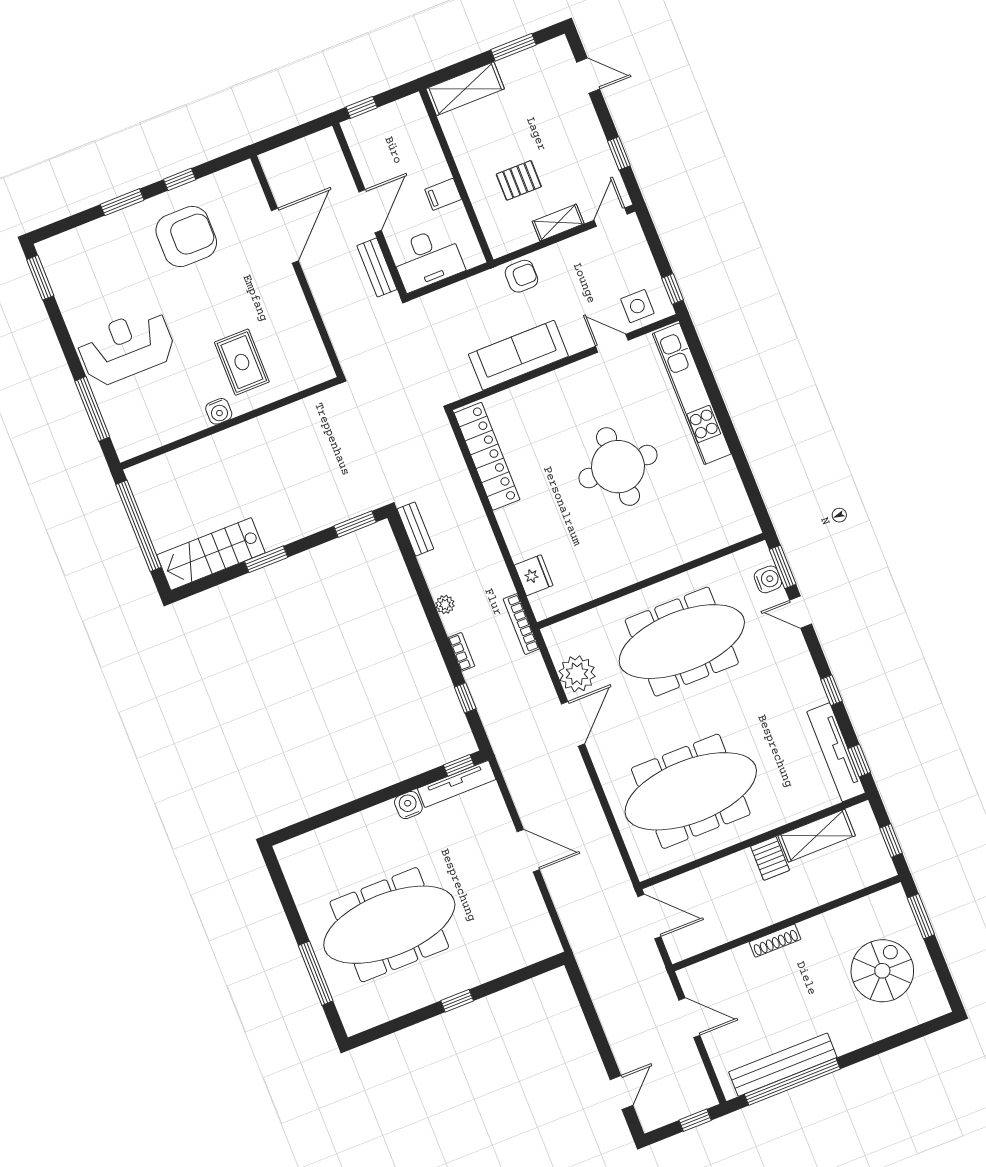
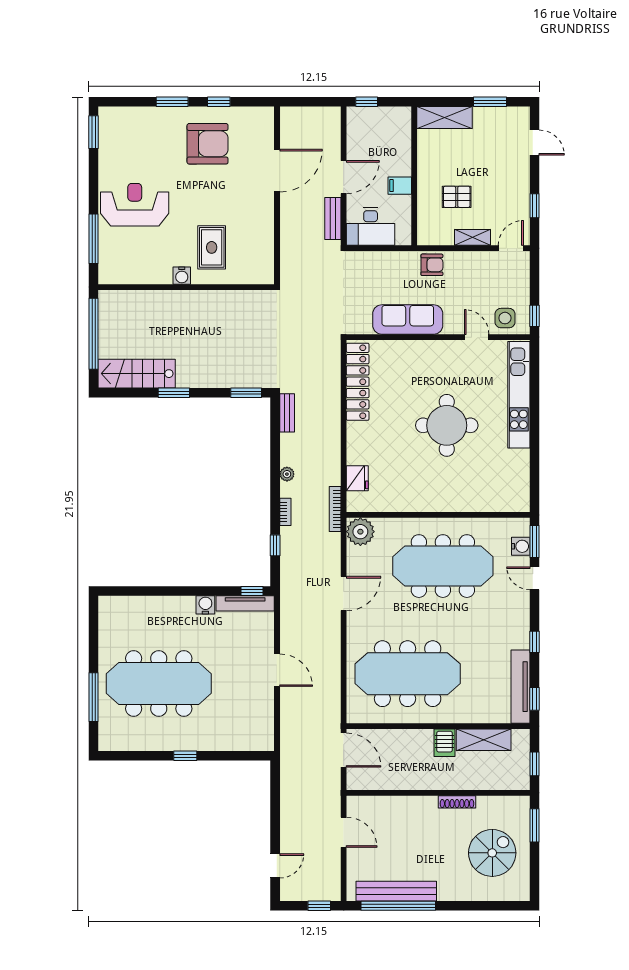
plant: (577, 674) -> (360, 532), moved
shoe rack: (775, 941) -> (457, 802), moved

